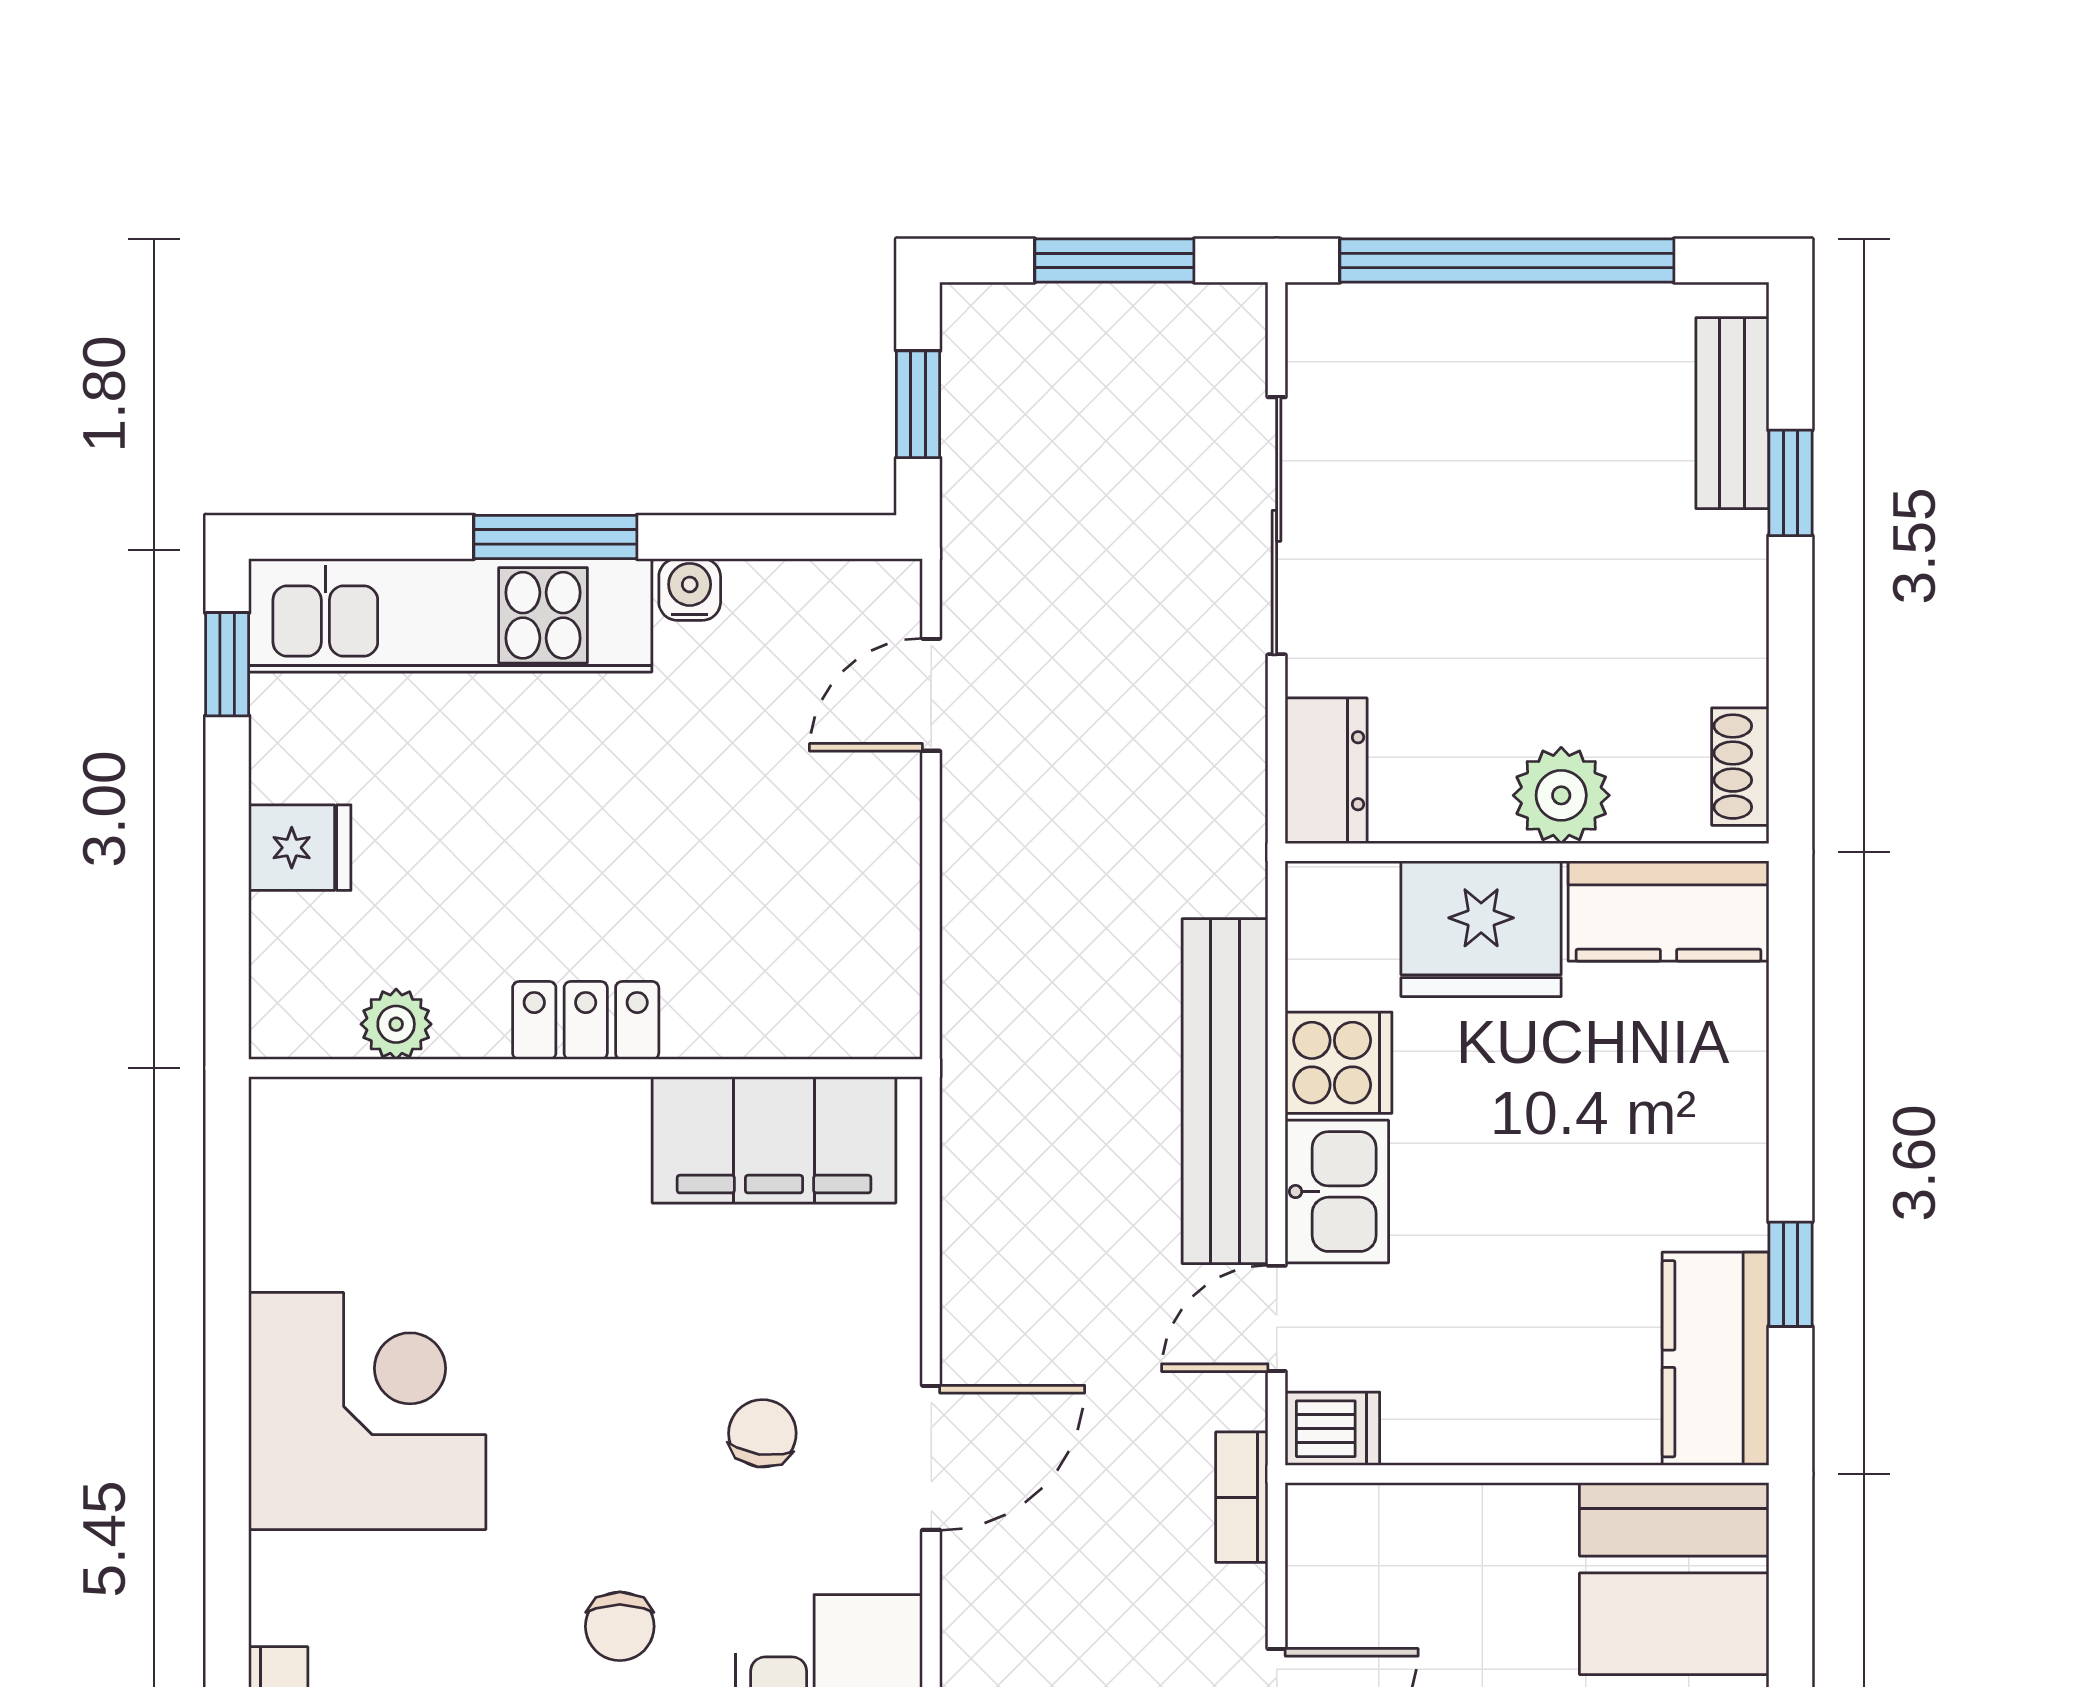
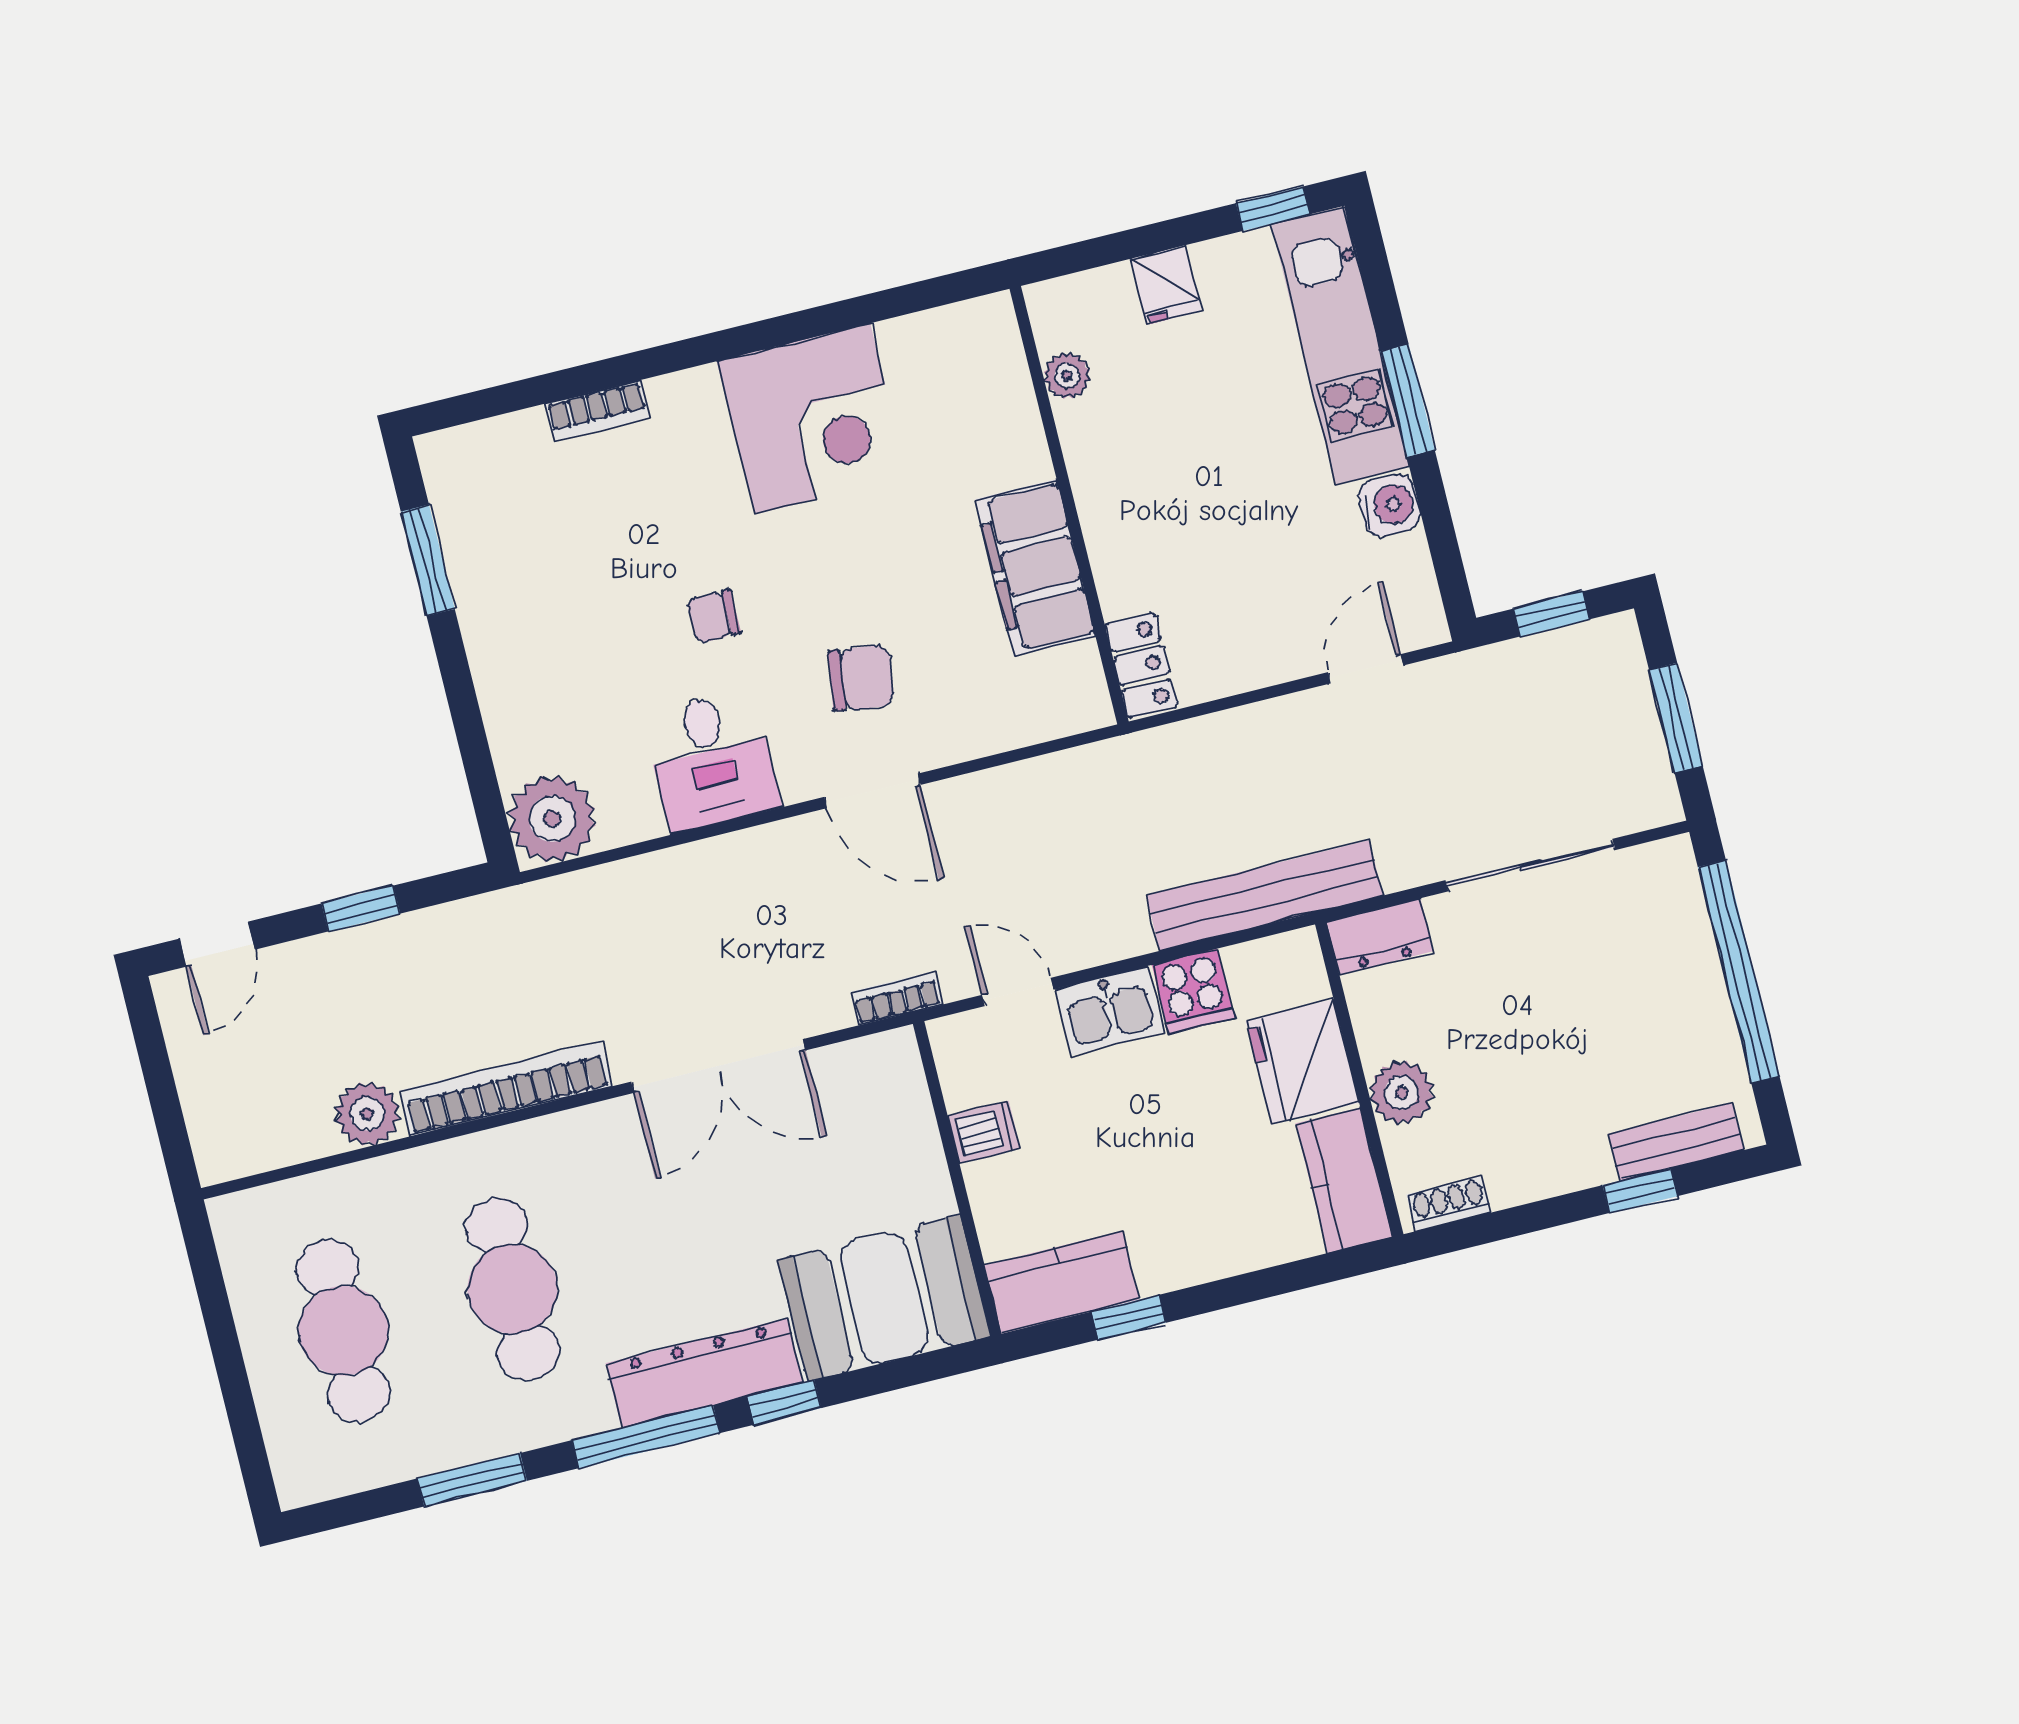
water cooler: (690, 589) -> (1389, 505), width x1.38, depth x1.38
door: (931, 695) -> (1366, 669), hinge flipped
locker: (586, 1020) -> (1141, 665), moved
bench: (1225, 1091) -> (1264, 896), moved
filing cabinet: (774, 1140) -> (1035, 568), moved
dishwasher: (1332, 1429) -> (984, 1132), moved, turned -90
chair: (762, 1433) -> (861, 678), width x1.37, depth x1.37

